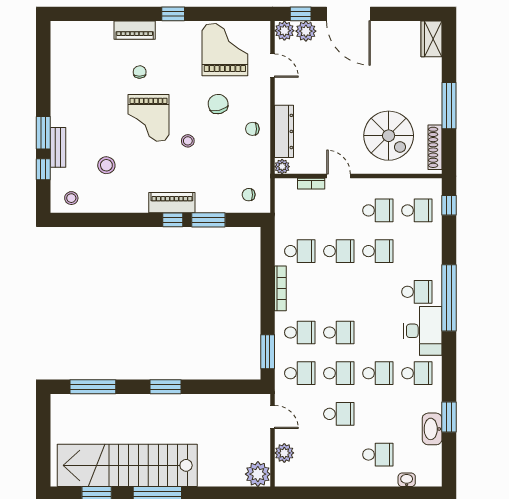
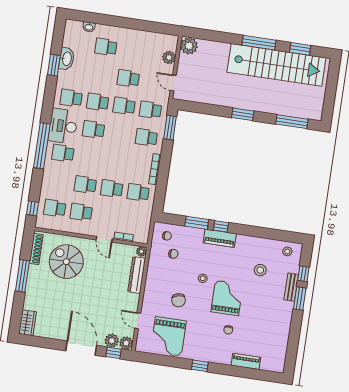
piano: (135, 30) -> (246, 361), moved
chair: (252, 129) -> (173, 254), moved
school desk: (339, 332) -> (94, 130), moved

